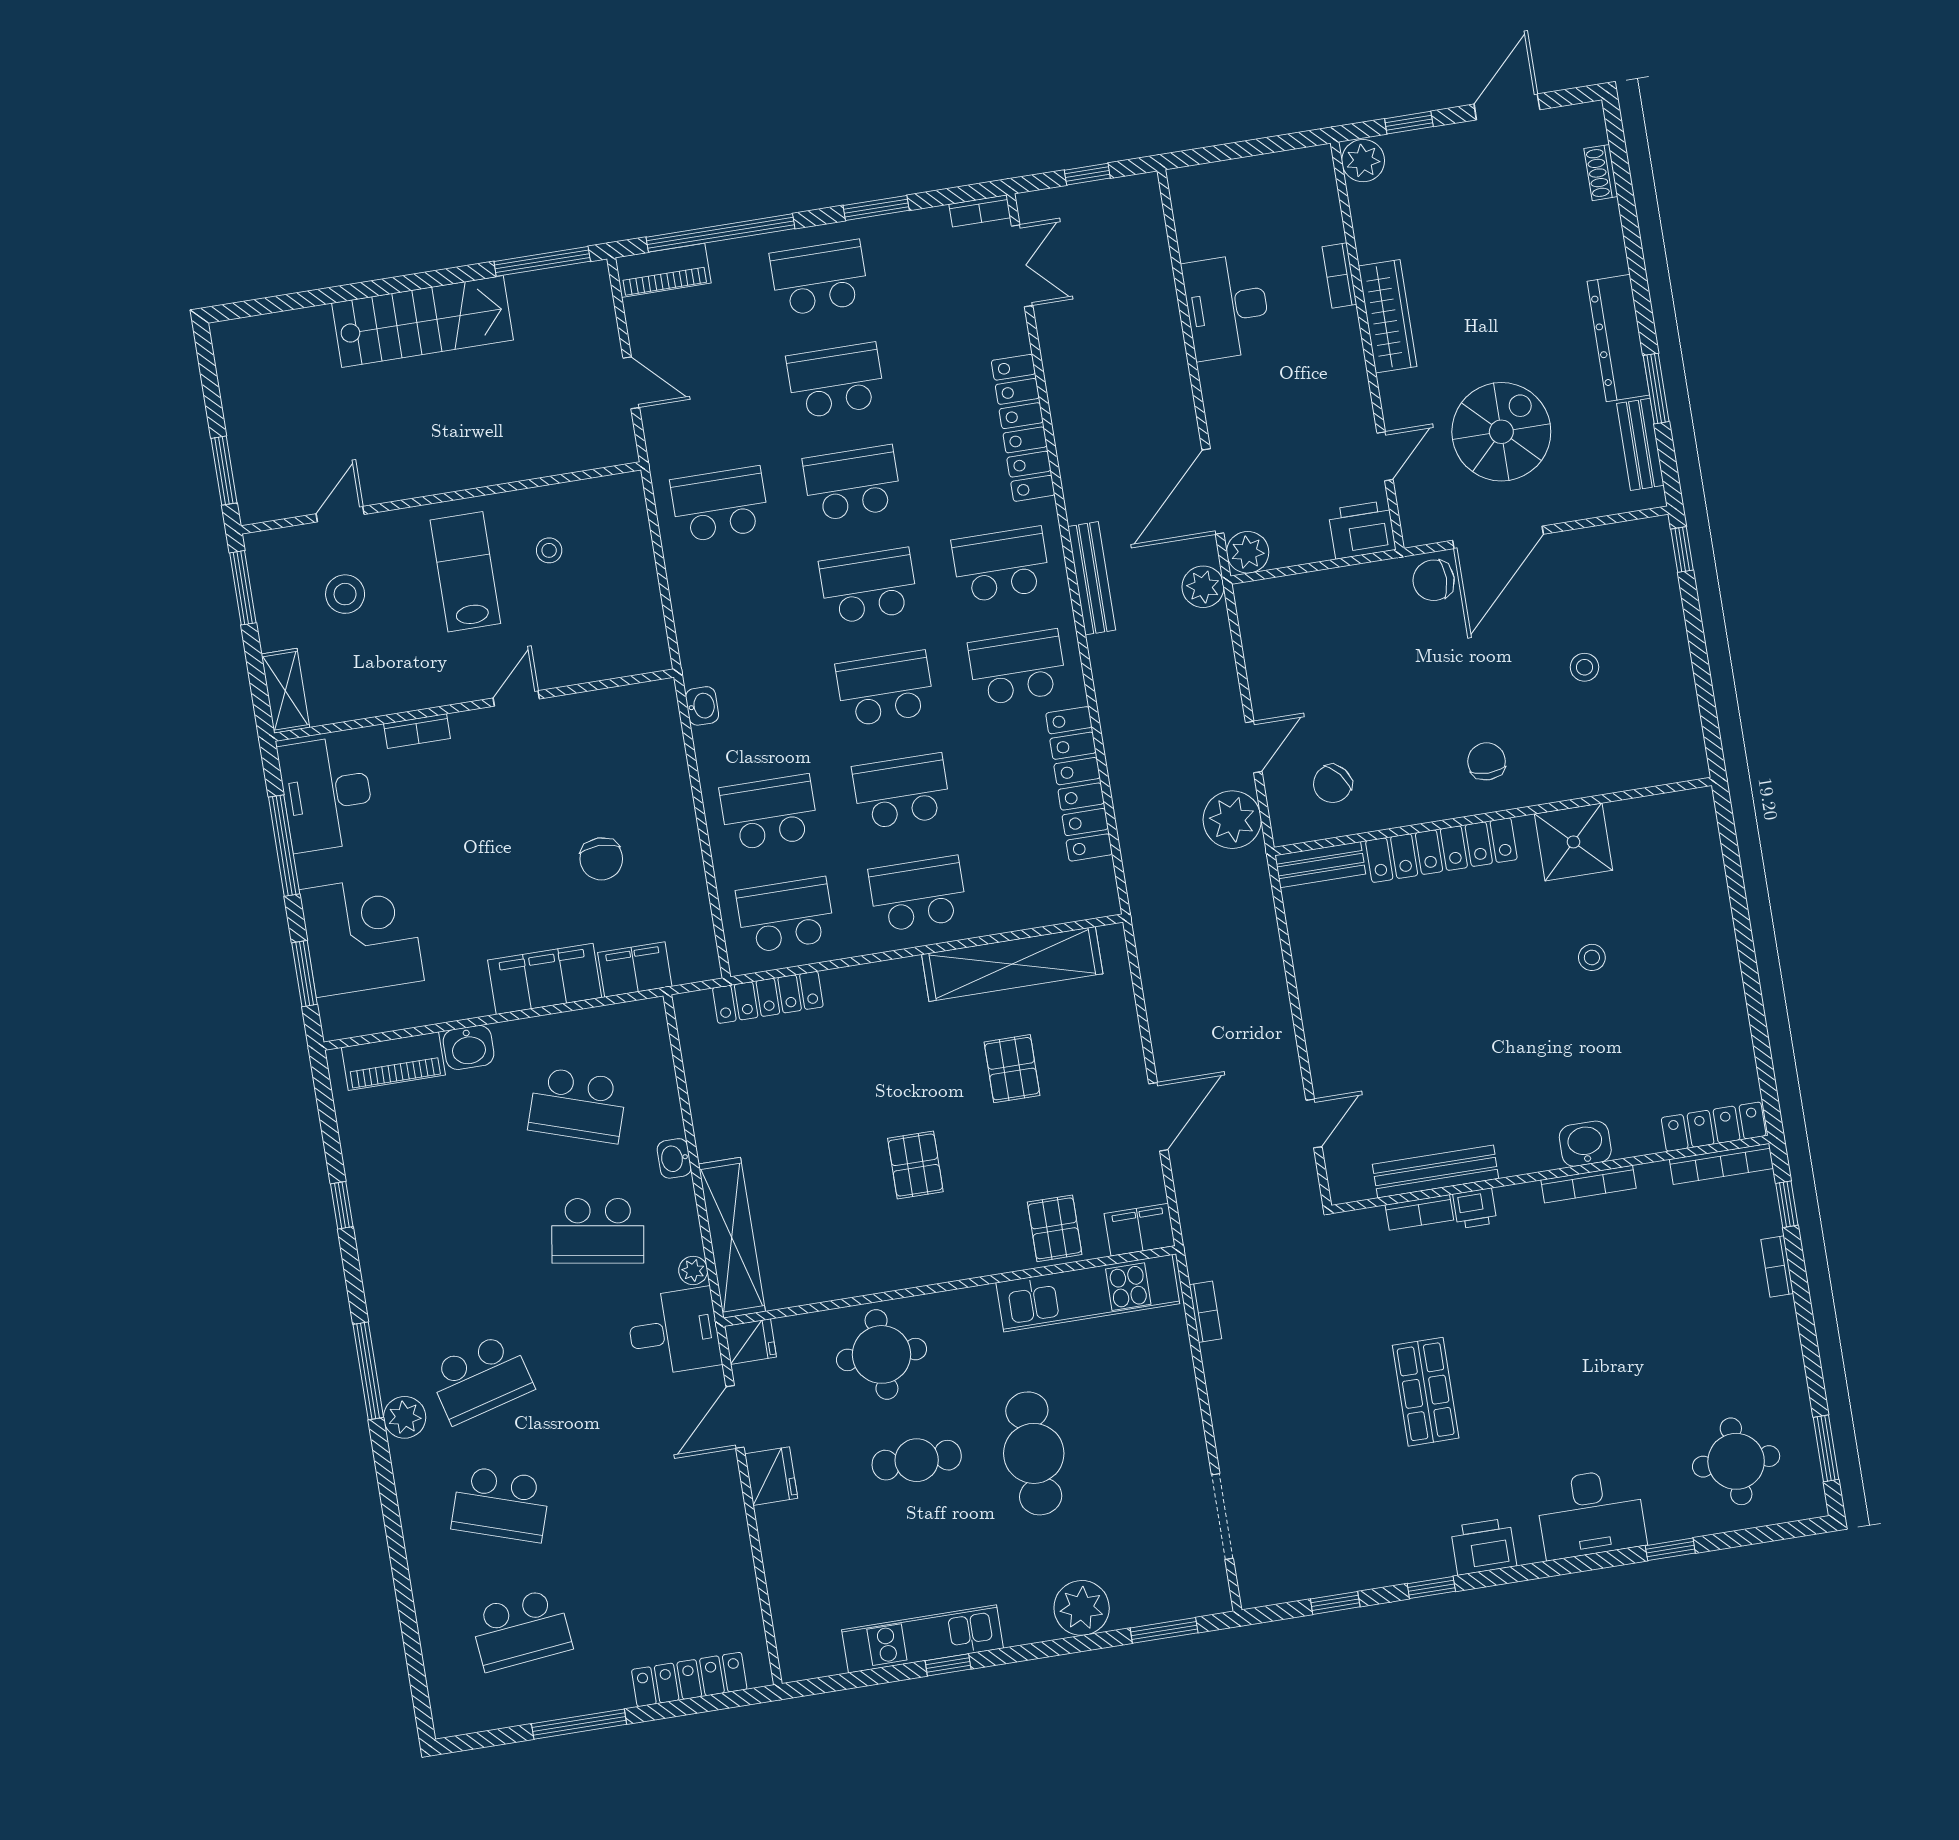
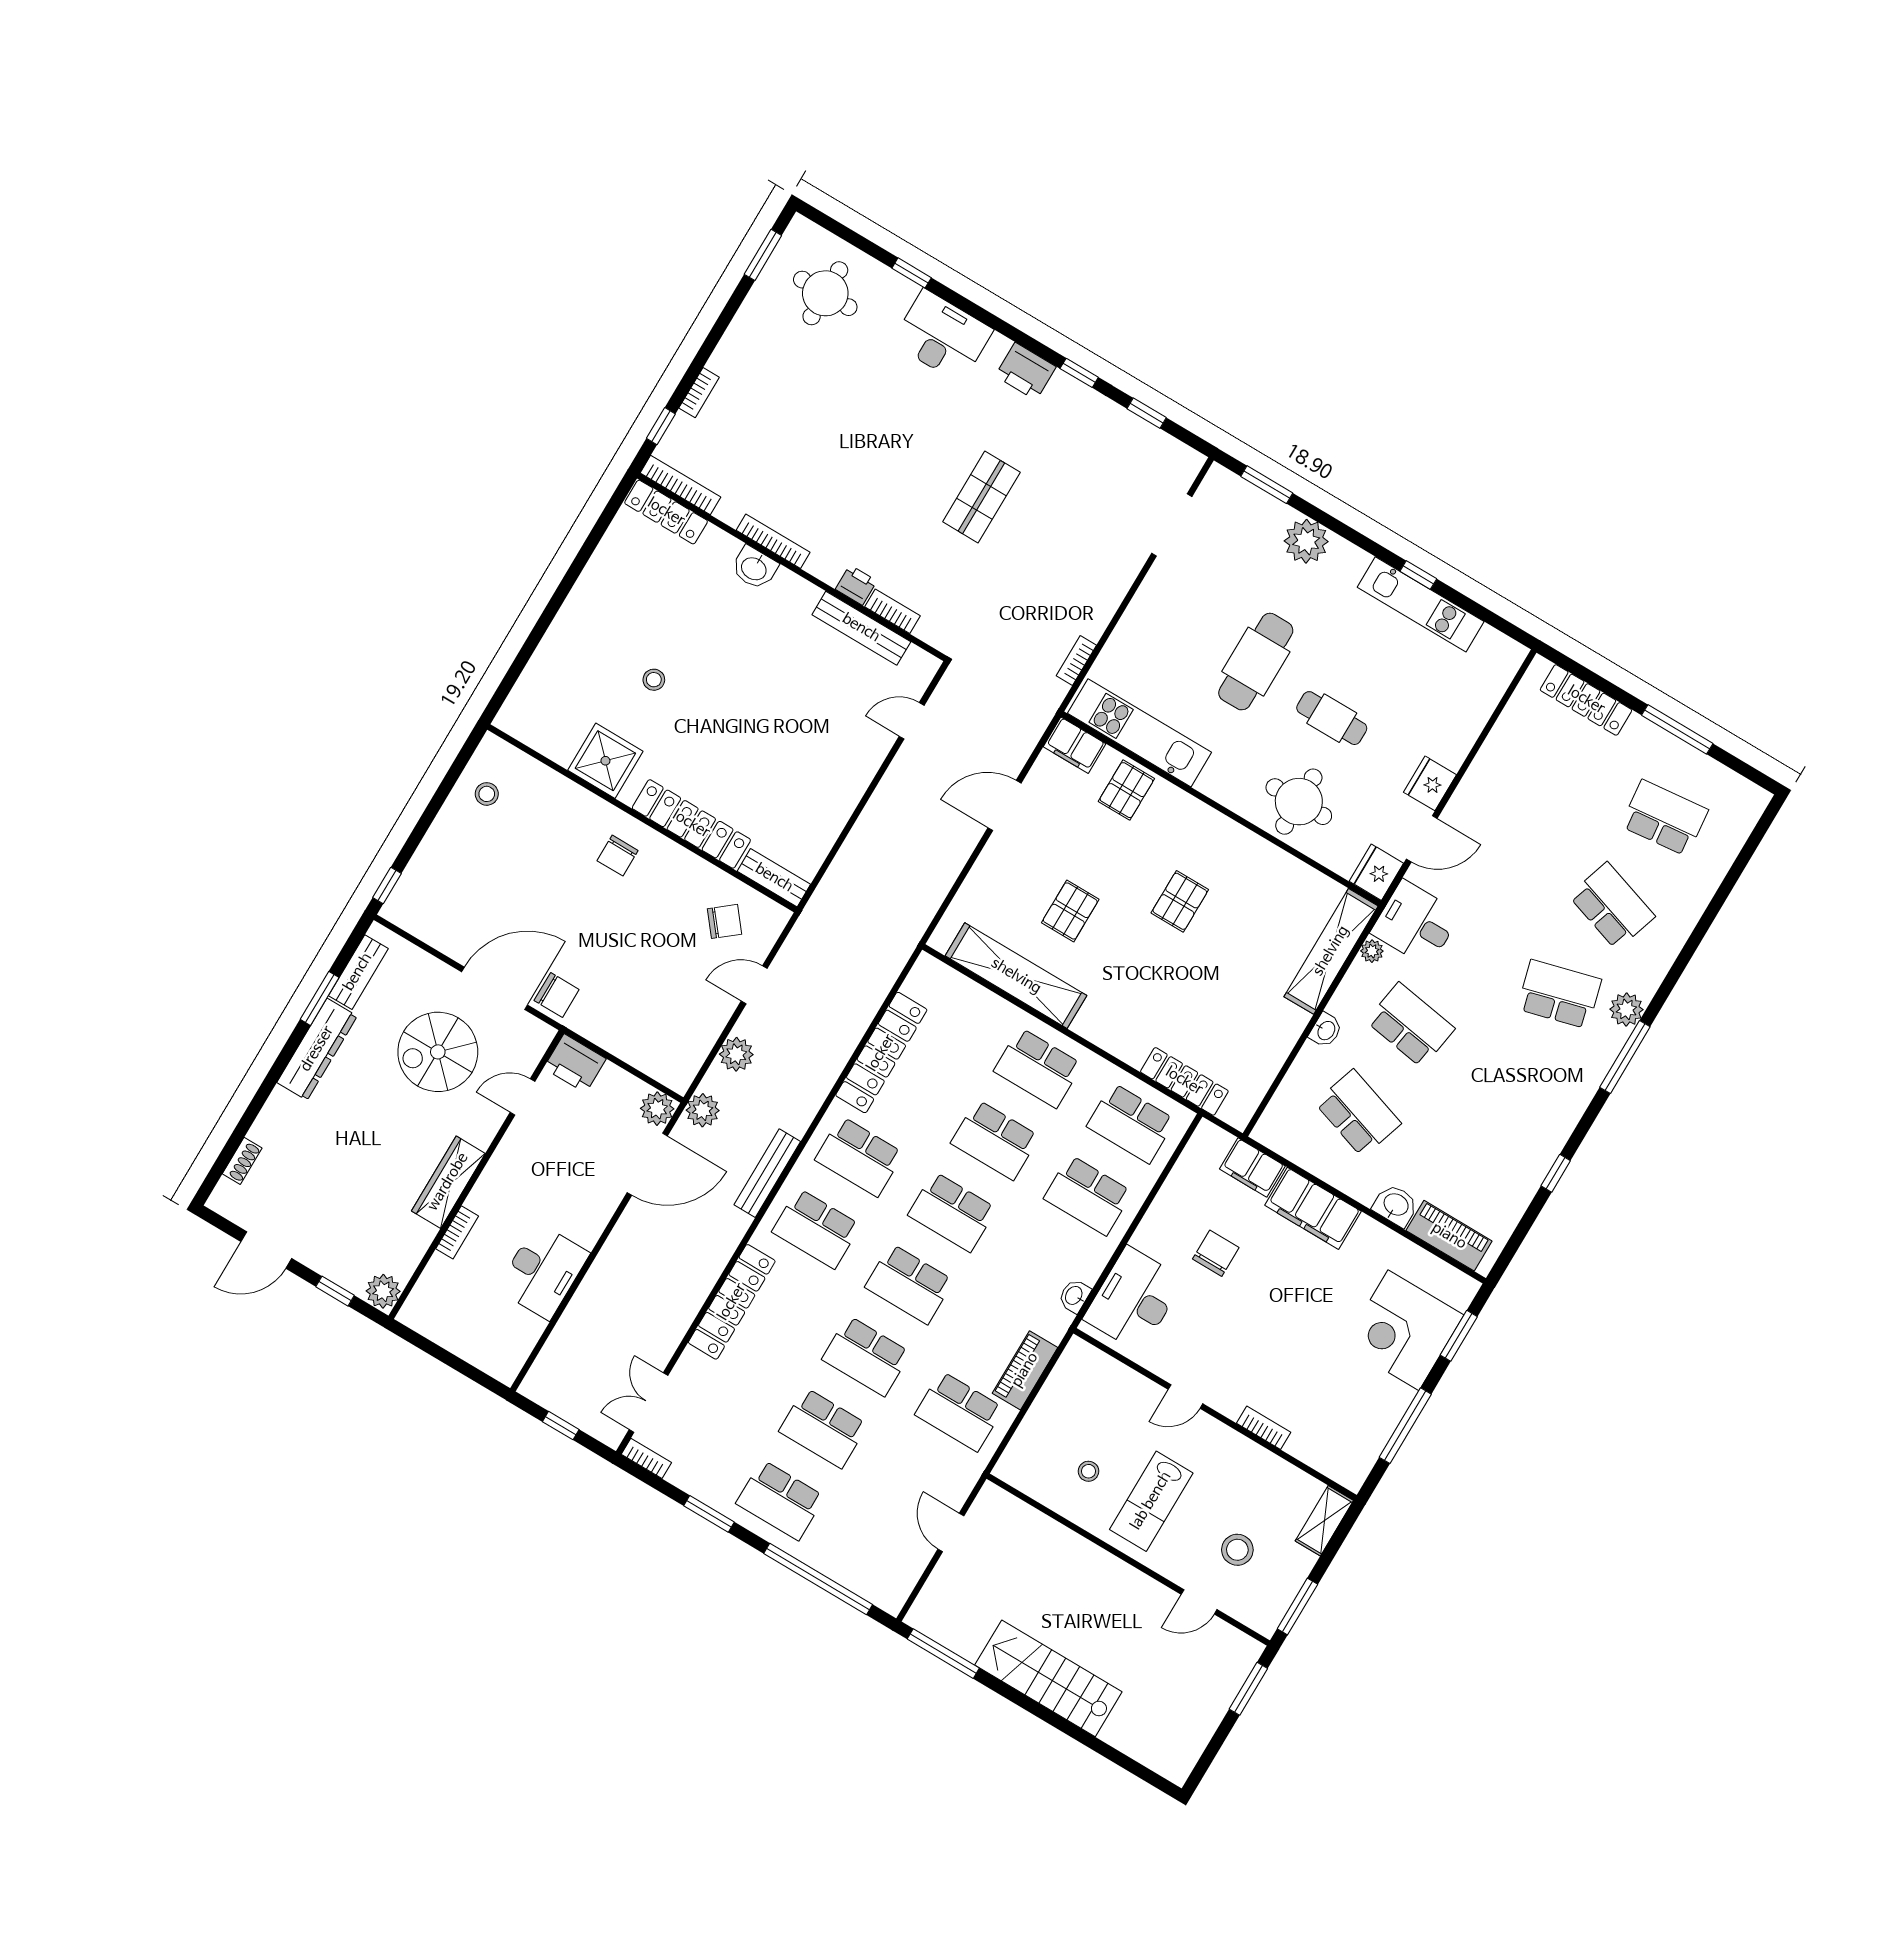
piano: (663, 270) -> (1025, 1370), moved, turned -90
stool: (1585, 667) -> (487, 794), moved
desk: (327, 794) -> (1134, 1299), moved, turned 180
plant: (1232, 820) -> (736, 1054), moved, width x0.73, depth x0.73
fridge: (750, 1342) -> (1376, 872), width x1.38

